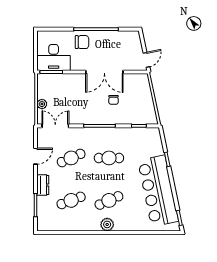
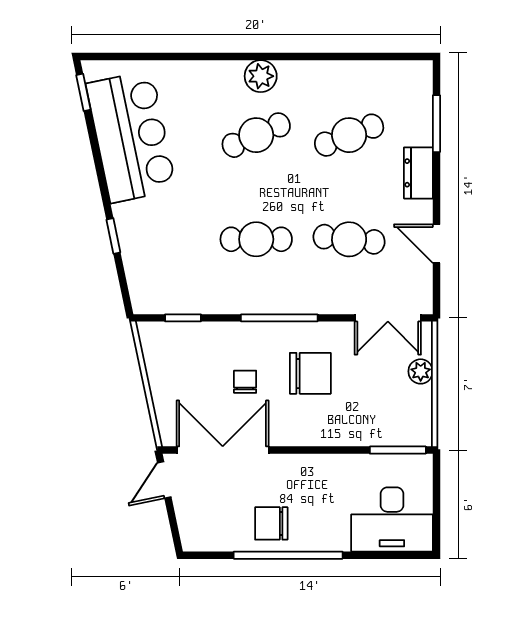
chair: (82, 42) -> (271, 523), moved
desk: (54, 57) -> (392, 519), moved, turned 180
double door: (104, 72) -> (223, 450), moved
chair: (87, 103) -> (310, 373), added
door: (35, 156) -> (436, 244), hinge flipped
cafe table: (71, 158) -> (349, 239), turned 30
bar counter: (158, 191) -> (131, 137), width x0.73

